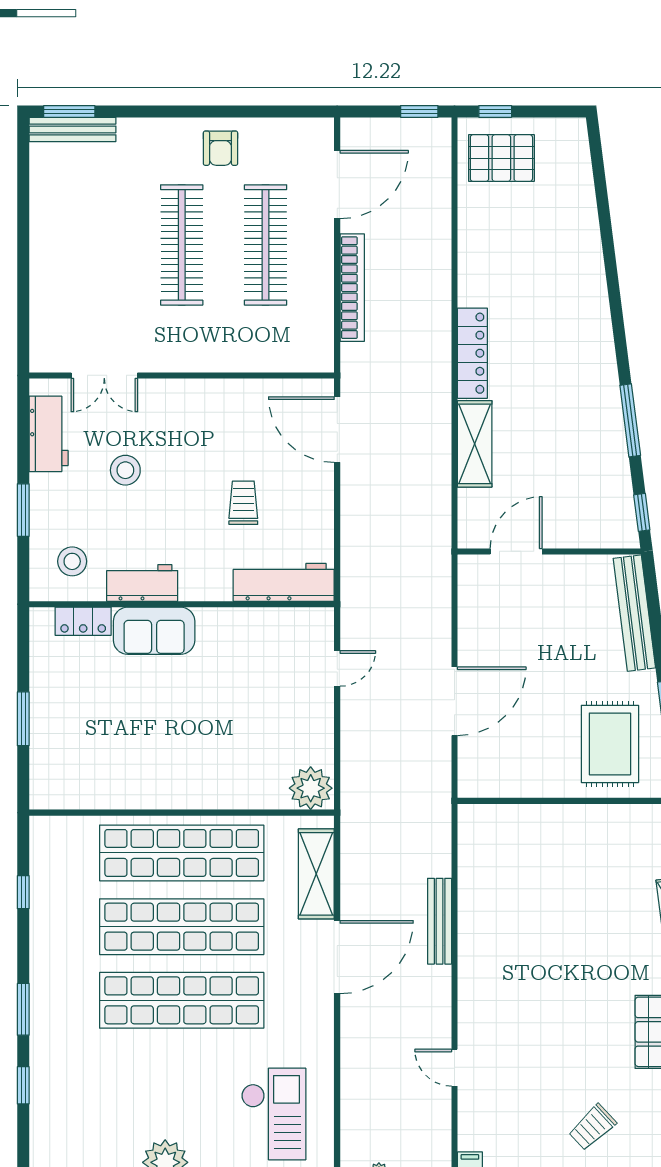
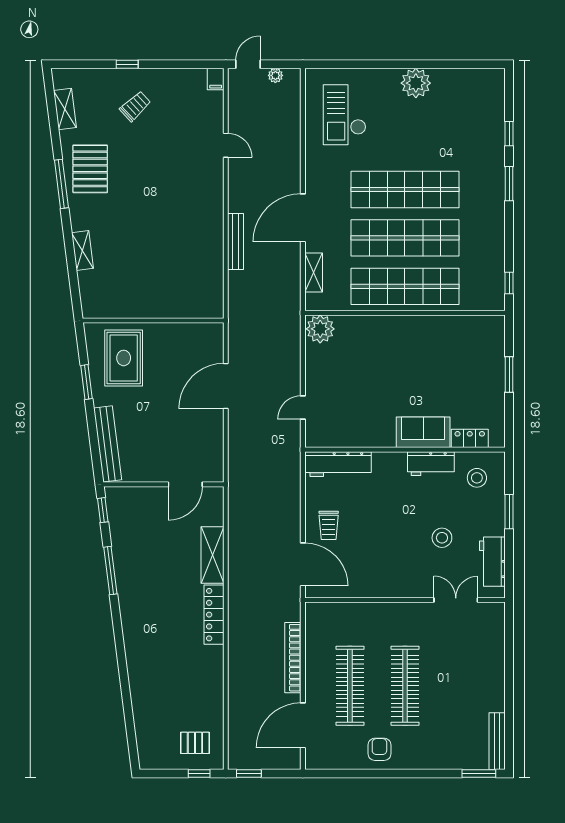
bench: (72, 129) -> (497, 741), moved, turned 90
pallet: (501, 158) -> (195, 743), width x0.67, depth x0.71
trolley: (243, 503) -> (329, 525), moved
shelving: (316, 874) -> (314, 273), width x0.67, depth x0.75
window: (23, 892) -> (509, 283), moved

